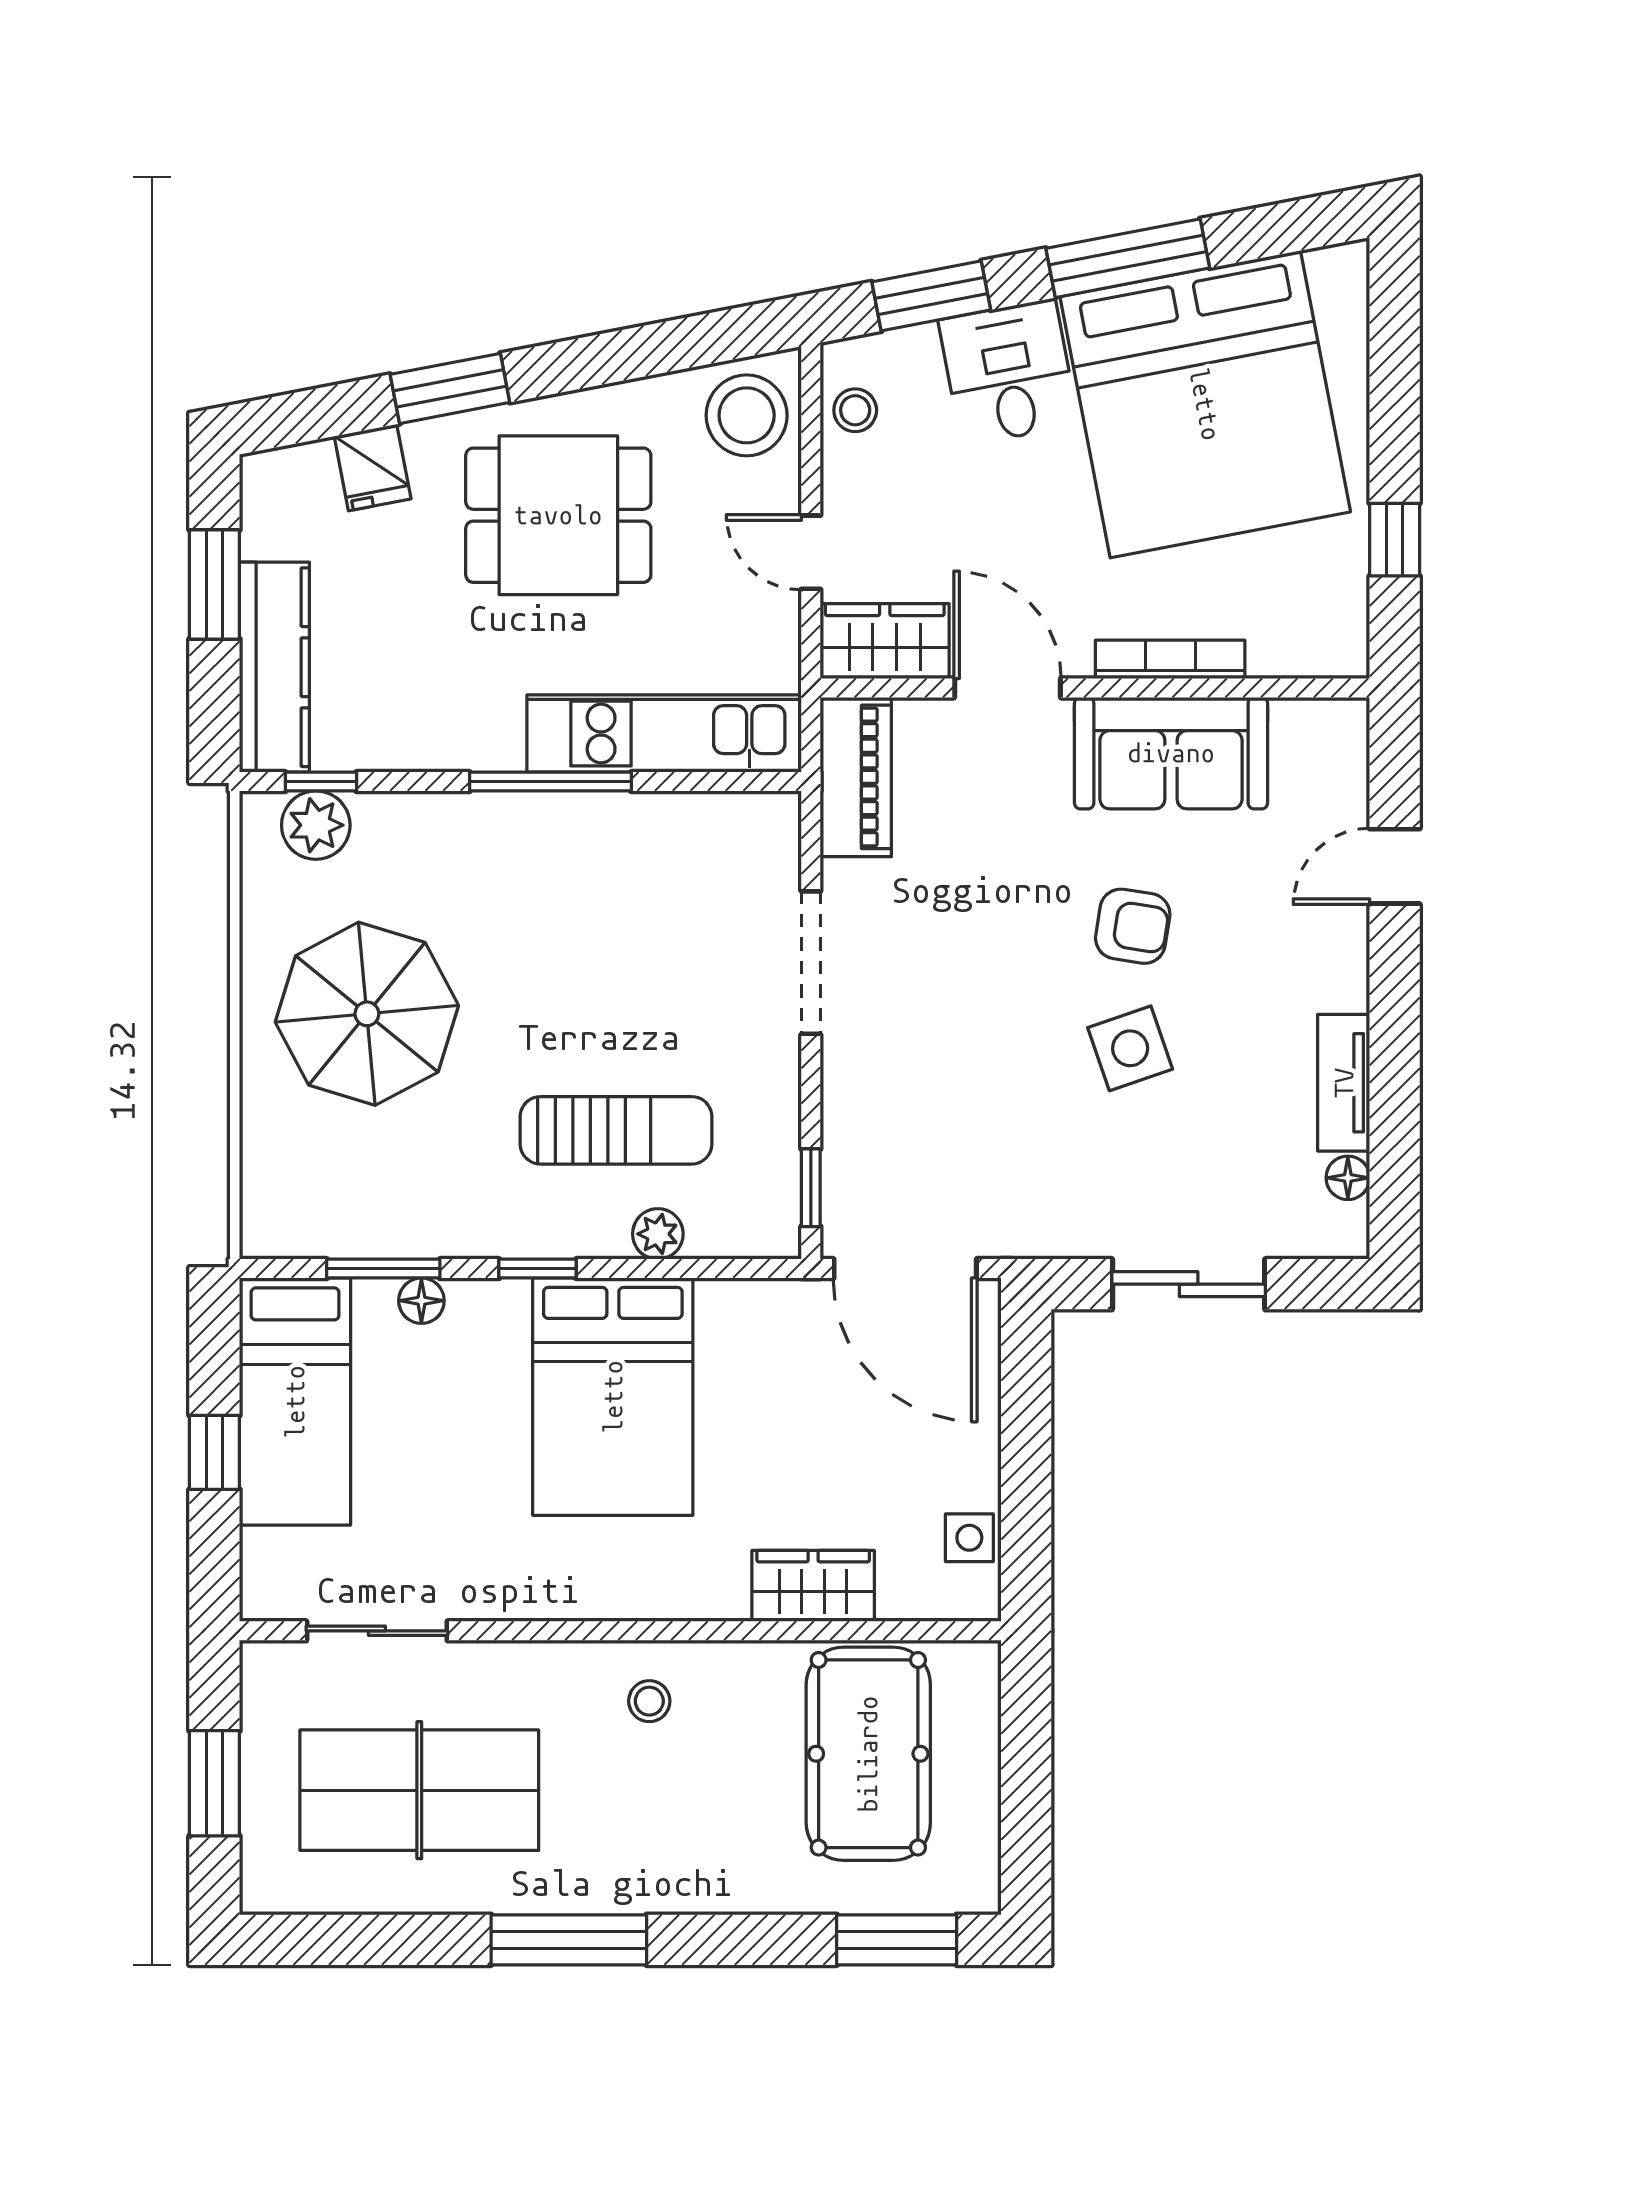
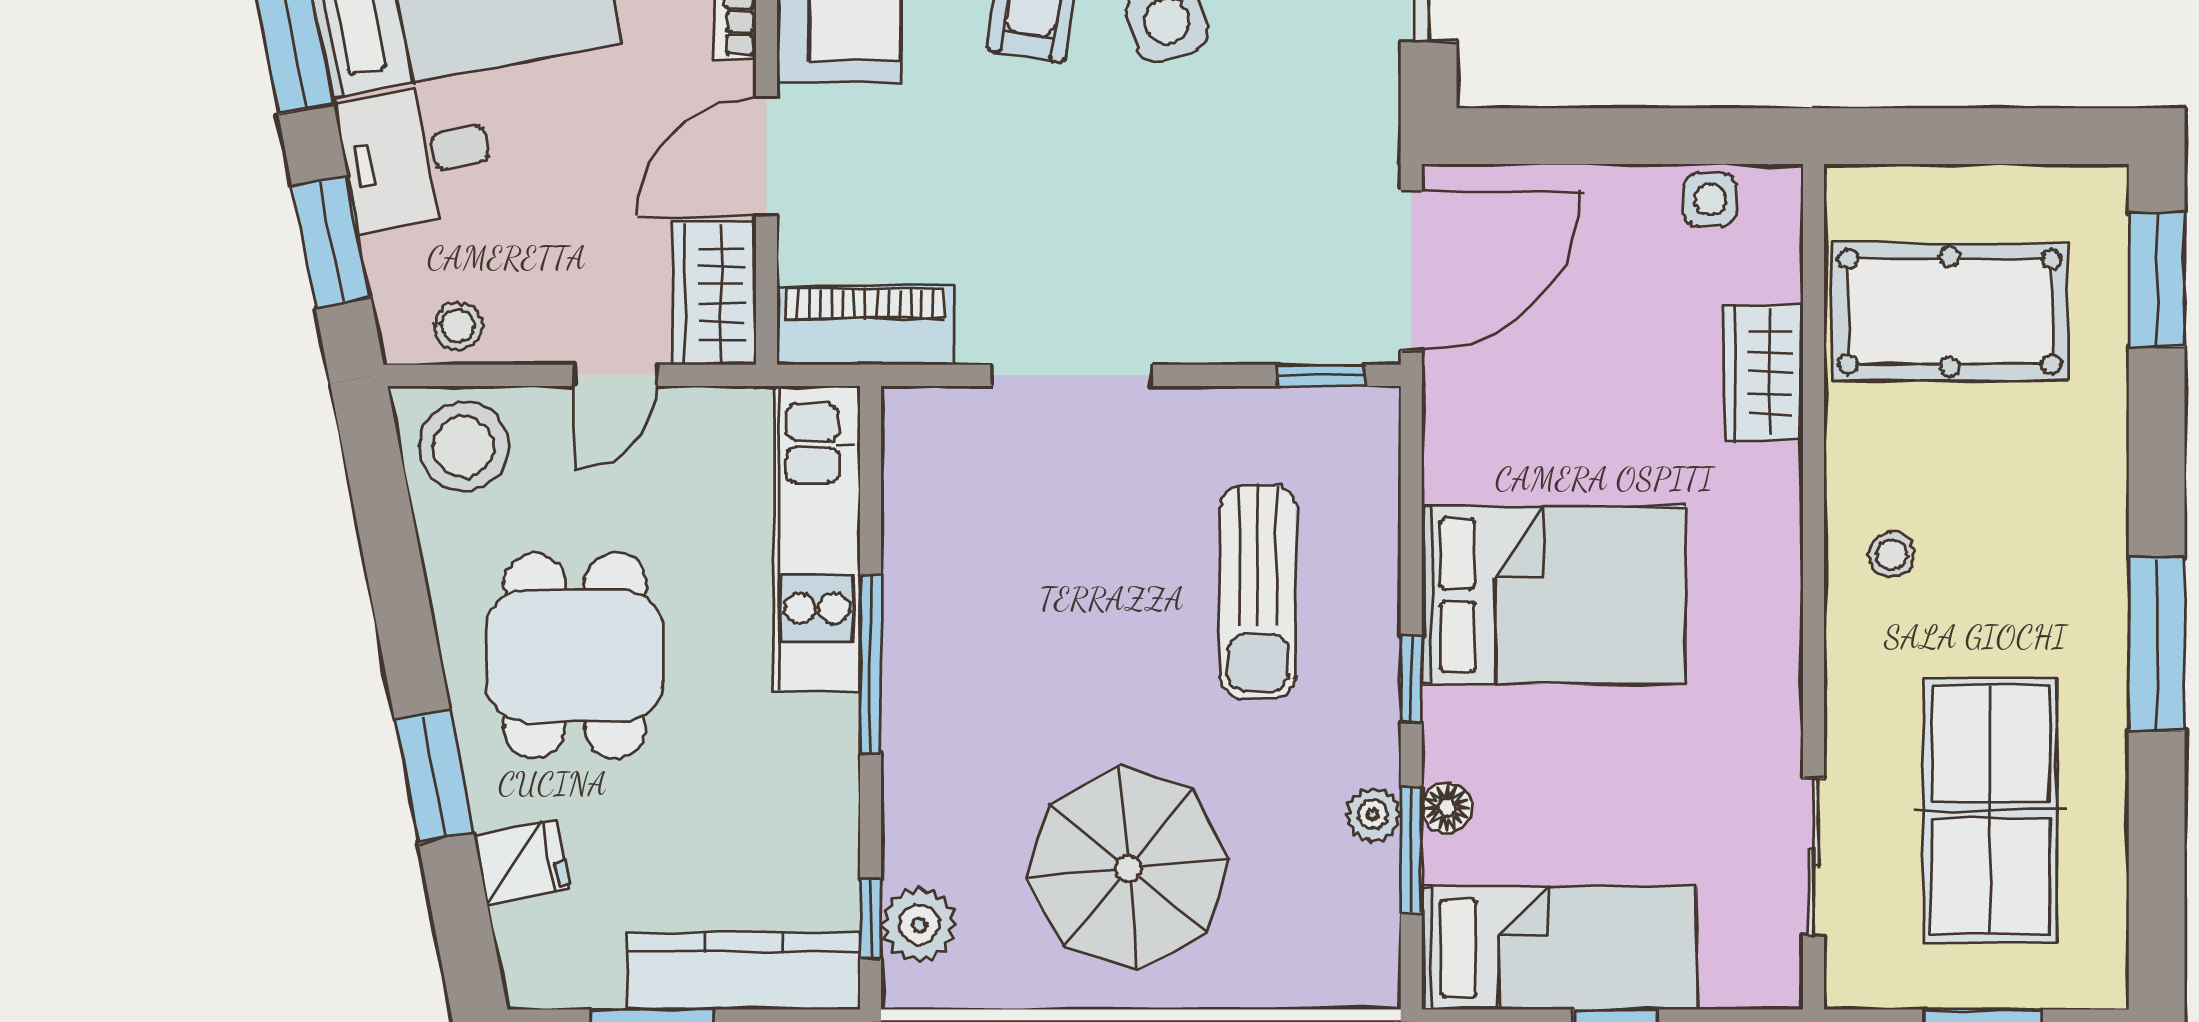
sun lounger: (616, 1130) -> (1258, 592), turned 180
plant: (658, 1234) -> (1373, 815), moved

